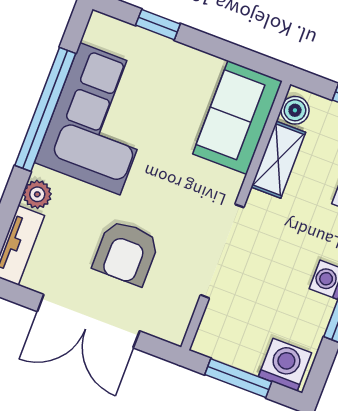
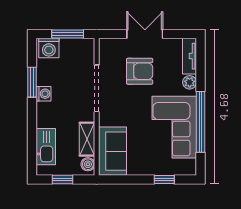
armchair: (126, 253) -> (140, 71), turned 90
double door: (88, 321) -> (145, 34), width x0.73

